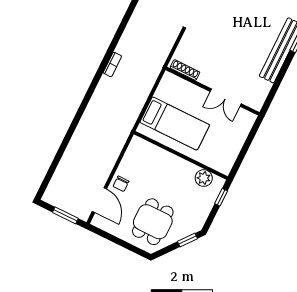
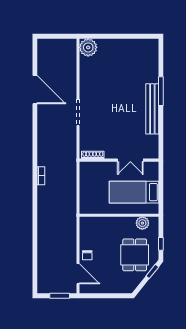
bed: (175, 124) -> (134, 192), moved, turned 180
window: (221, 197) -> (161, 244), moved
dining table: (153, 222) -> (135, 255), moved

